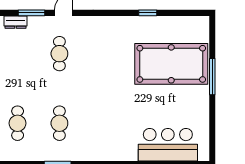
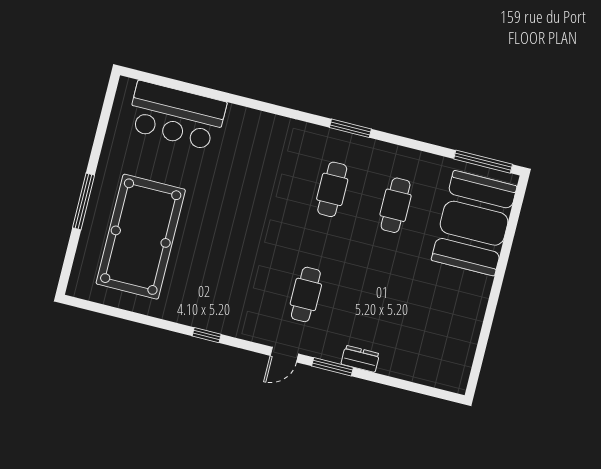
window: (148, 13) -> (207, 335), moved
pool table: (171, 64) -> (141, 237), turned 90

